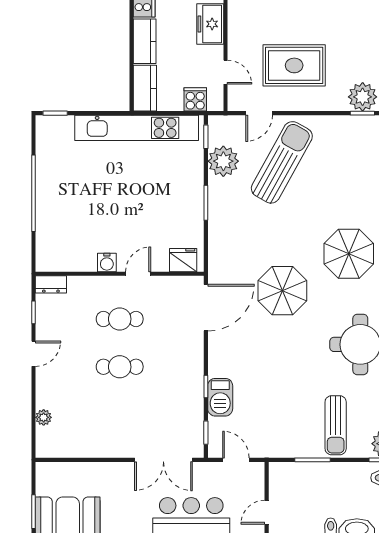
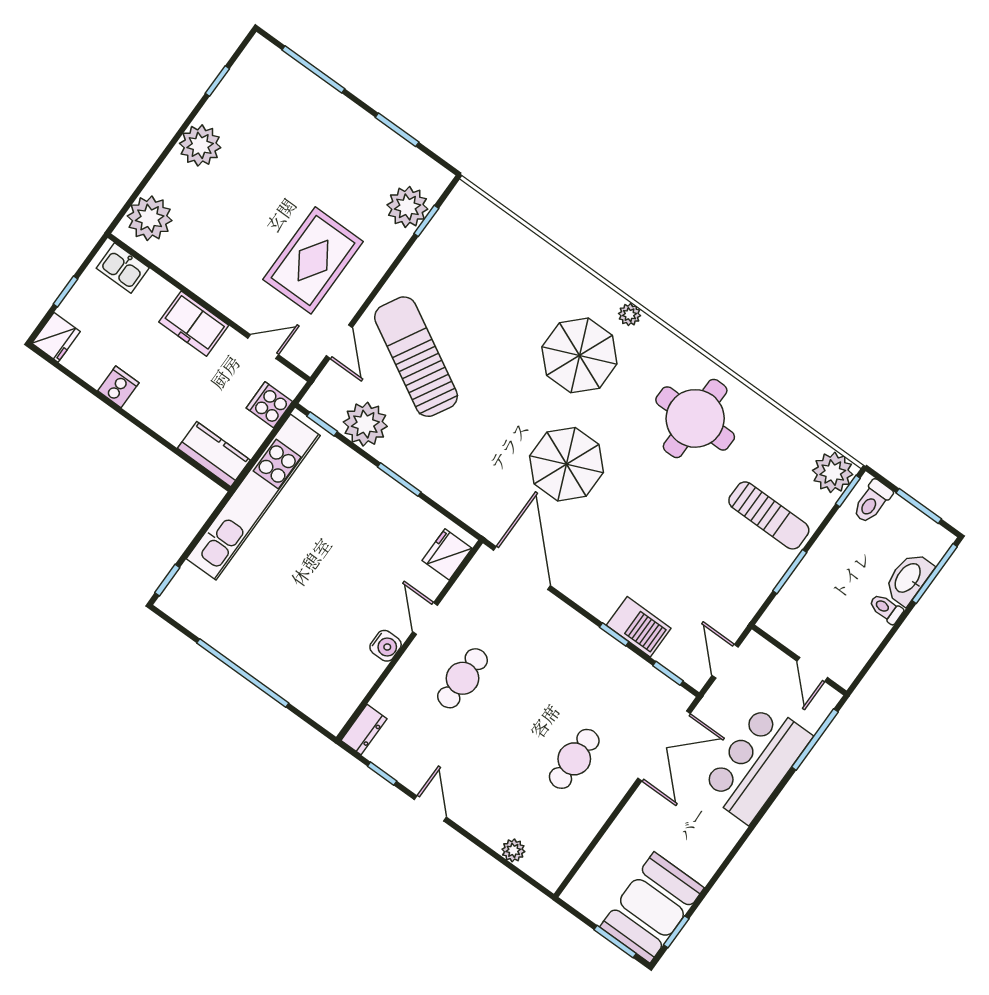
kitchen counter: (145, 41) -> (159, 415), removed
cafe table: (120, 367) -> (574, 759), moved
door: (236, 460) -> (725, 661), hinge flipped

